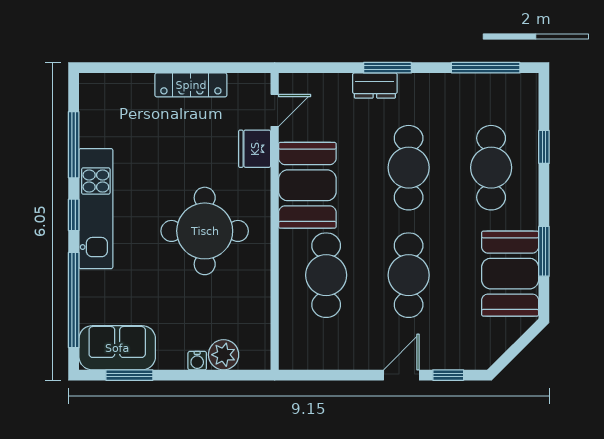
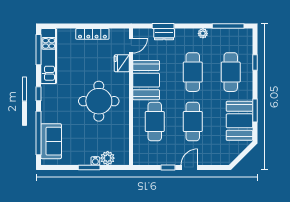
window: (387, 68) -> (163, 26), moved
plant: (431, 84) -> (203, 33), added
dresser: (375, 86) -> (164, 34), moved
window: (74, 145) -> (38, 50), moved
kitchen unit: (96, 209) -> (49, 56), moved
sofa: (117, 348) -> (51, 141), moved, turned 90
window: (129, 375) -> (89, 168), moved
window: (448, 375) -> (168, 168), moved

